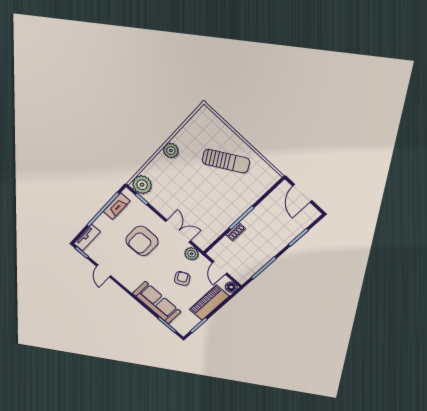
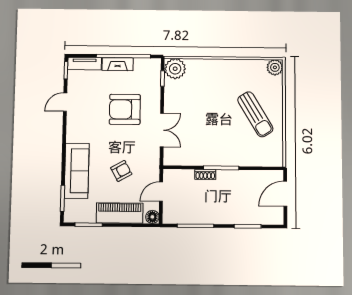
plant: (171, 151) -> (275, 67), moved
fireplace: (117, 206) -> (118, 64), moved
plant: (192, 254) -> (152, 158), removed

